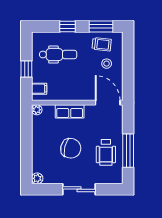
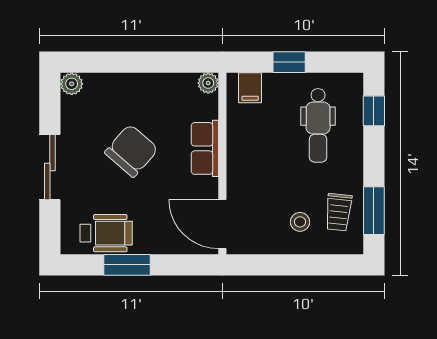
window: (68, 26) -> (374, 111), moved
door: (108, 103) -> (222, 224), swing flipped
chair: (71, 148) -> (131, 151), turned -152
window: (128, 151) -> (127, 265), width x0.69
wheelchair: (106, 152) -> (106, 233), moved, turned 180

